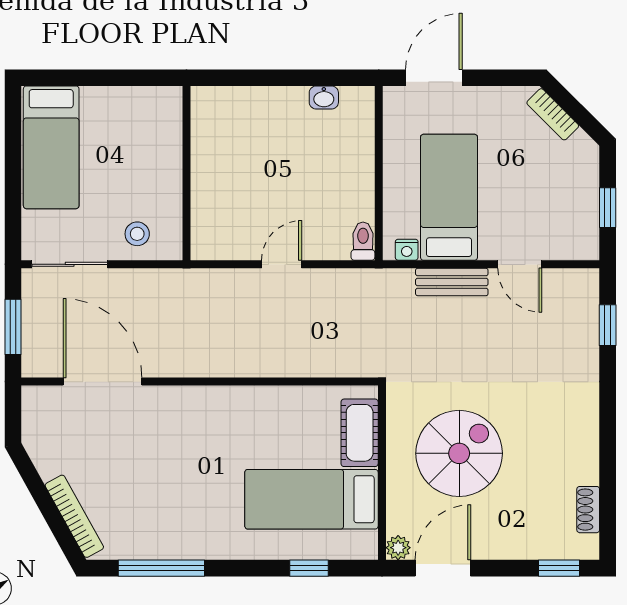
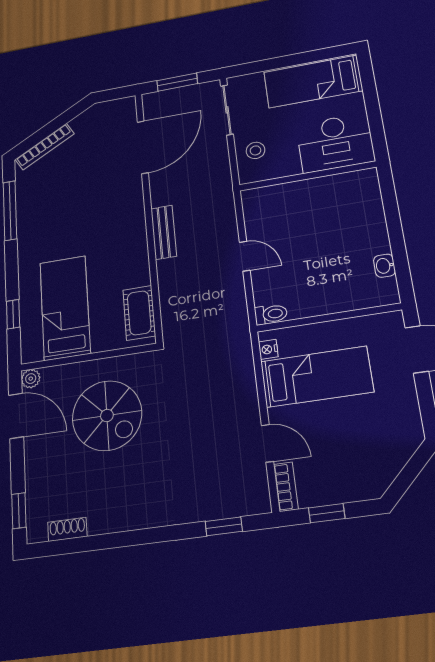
bookcase: (553, 114) -> (286, 487), moved, turned 135
desk: (147, 132) -> (335, 143), added
door: (520, 264) -> (267, 443), swing flipped
bench: (452, 282) -> (164, 232), moved
cot: (360, 433) -> (139, 313), moved, turned 90

